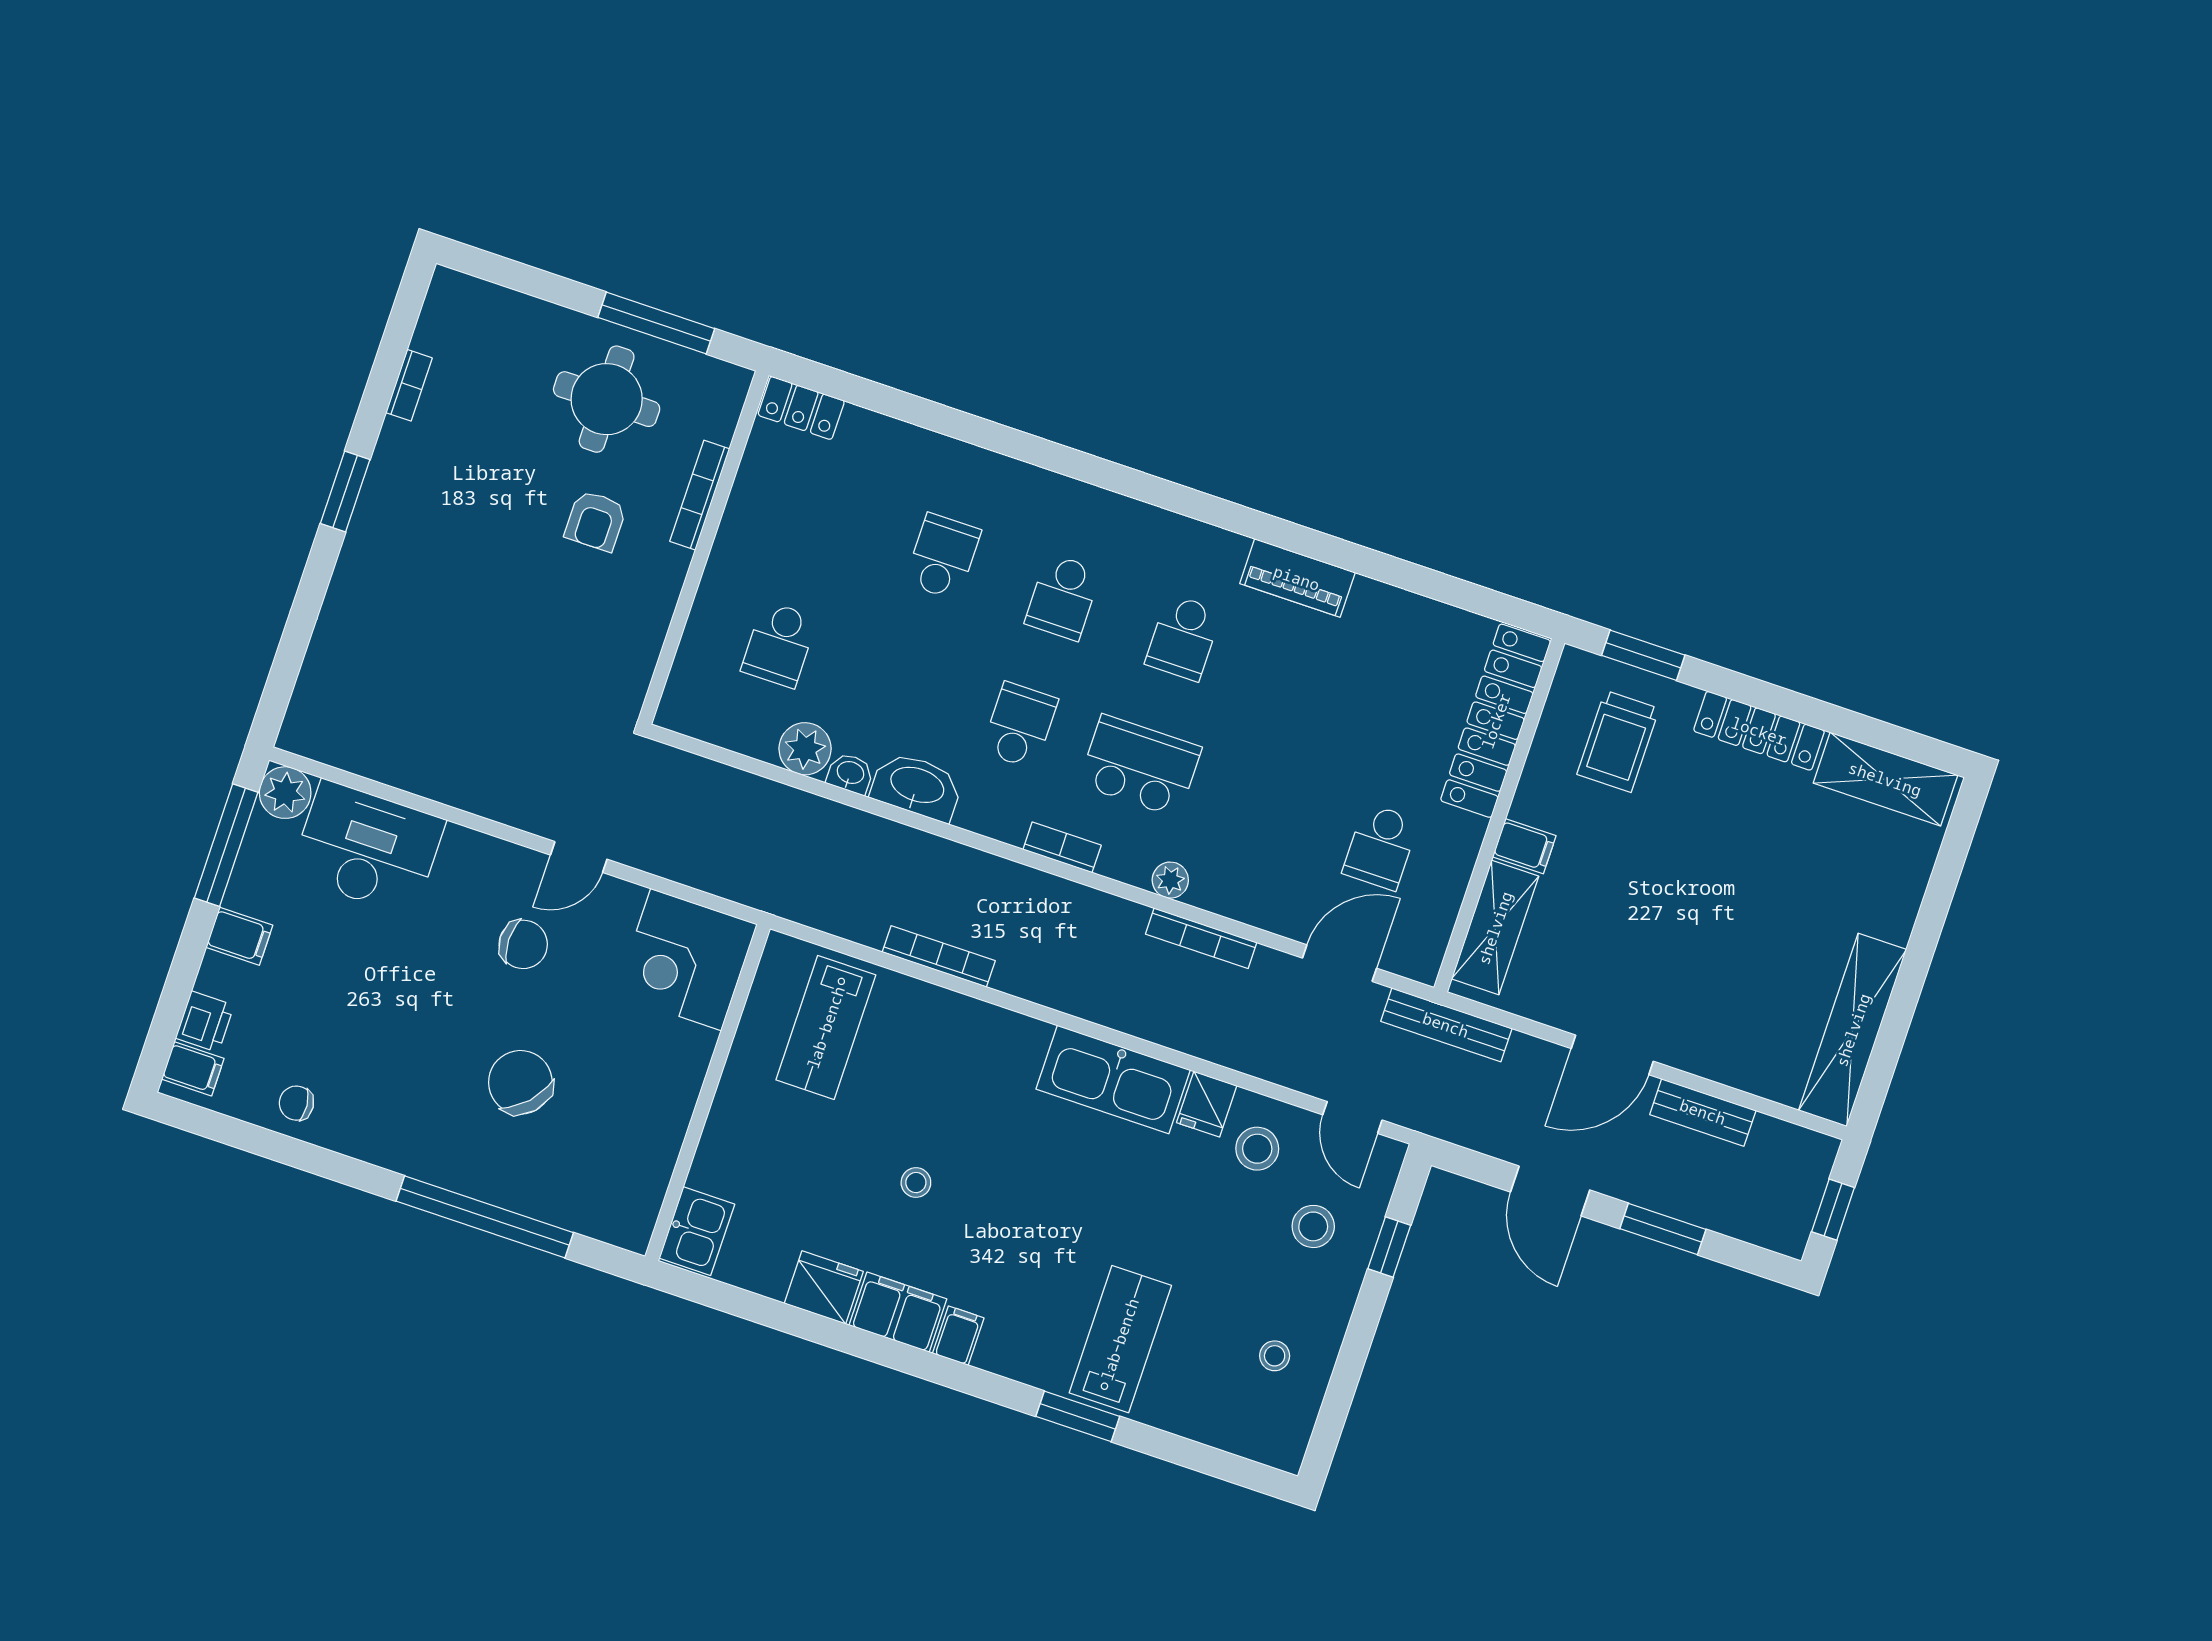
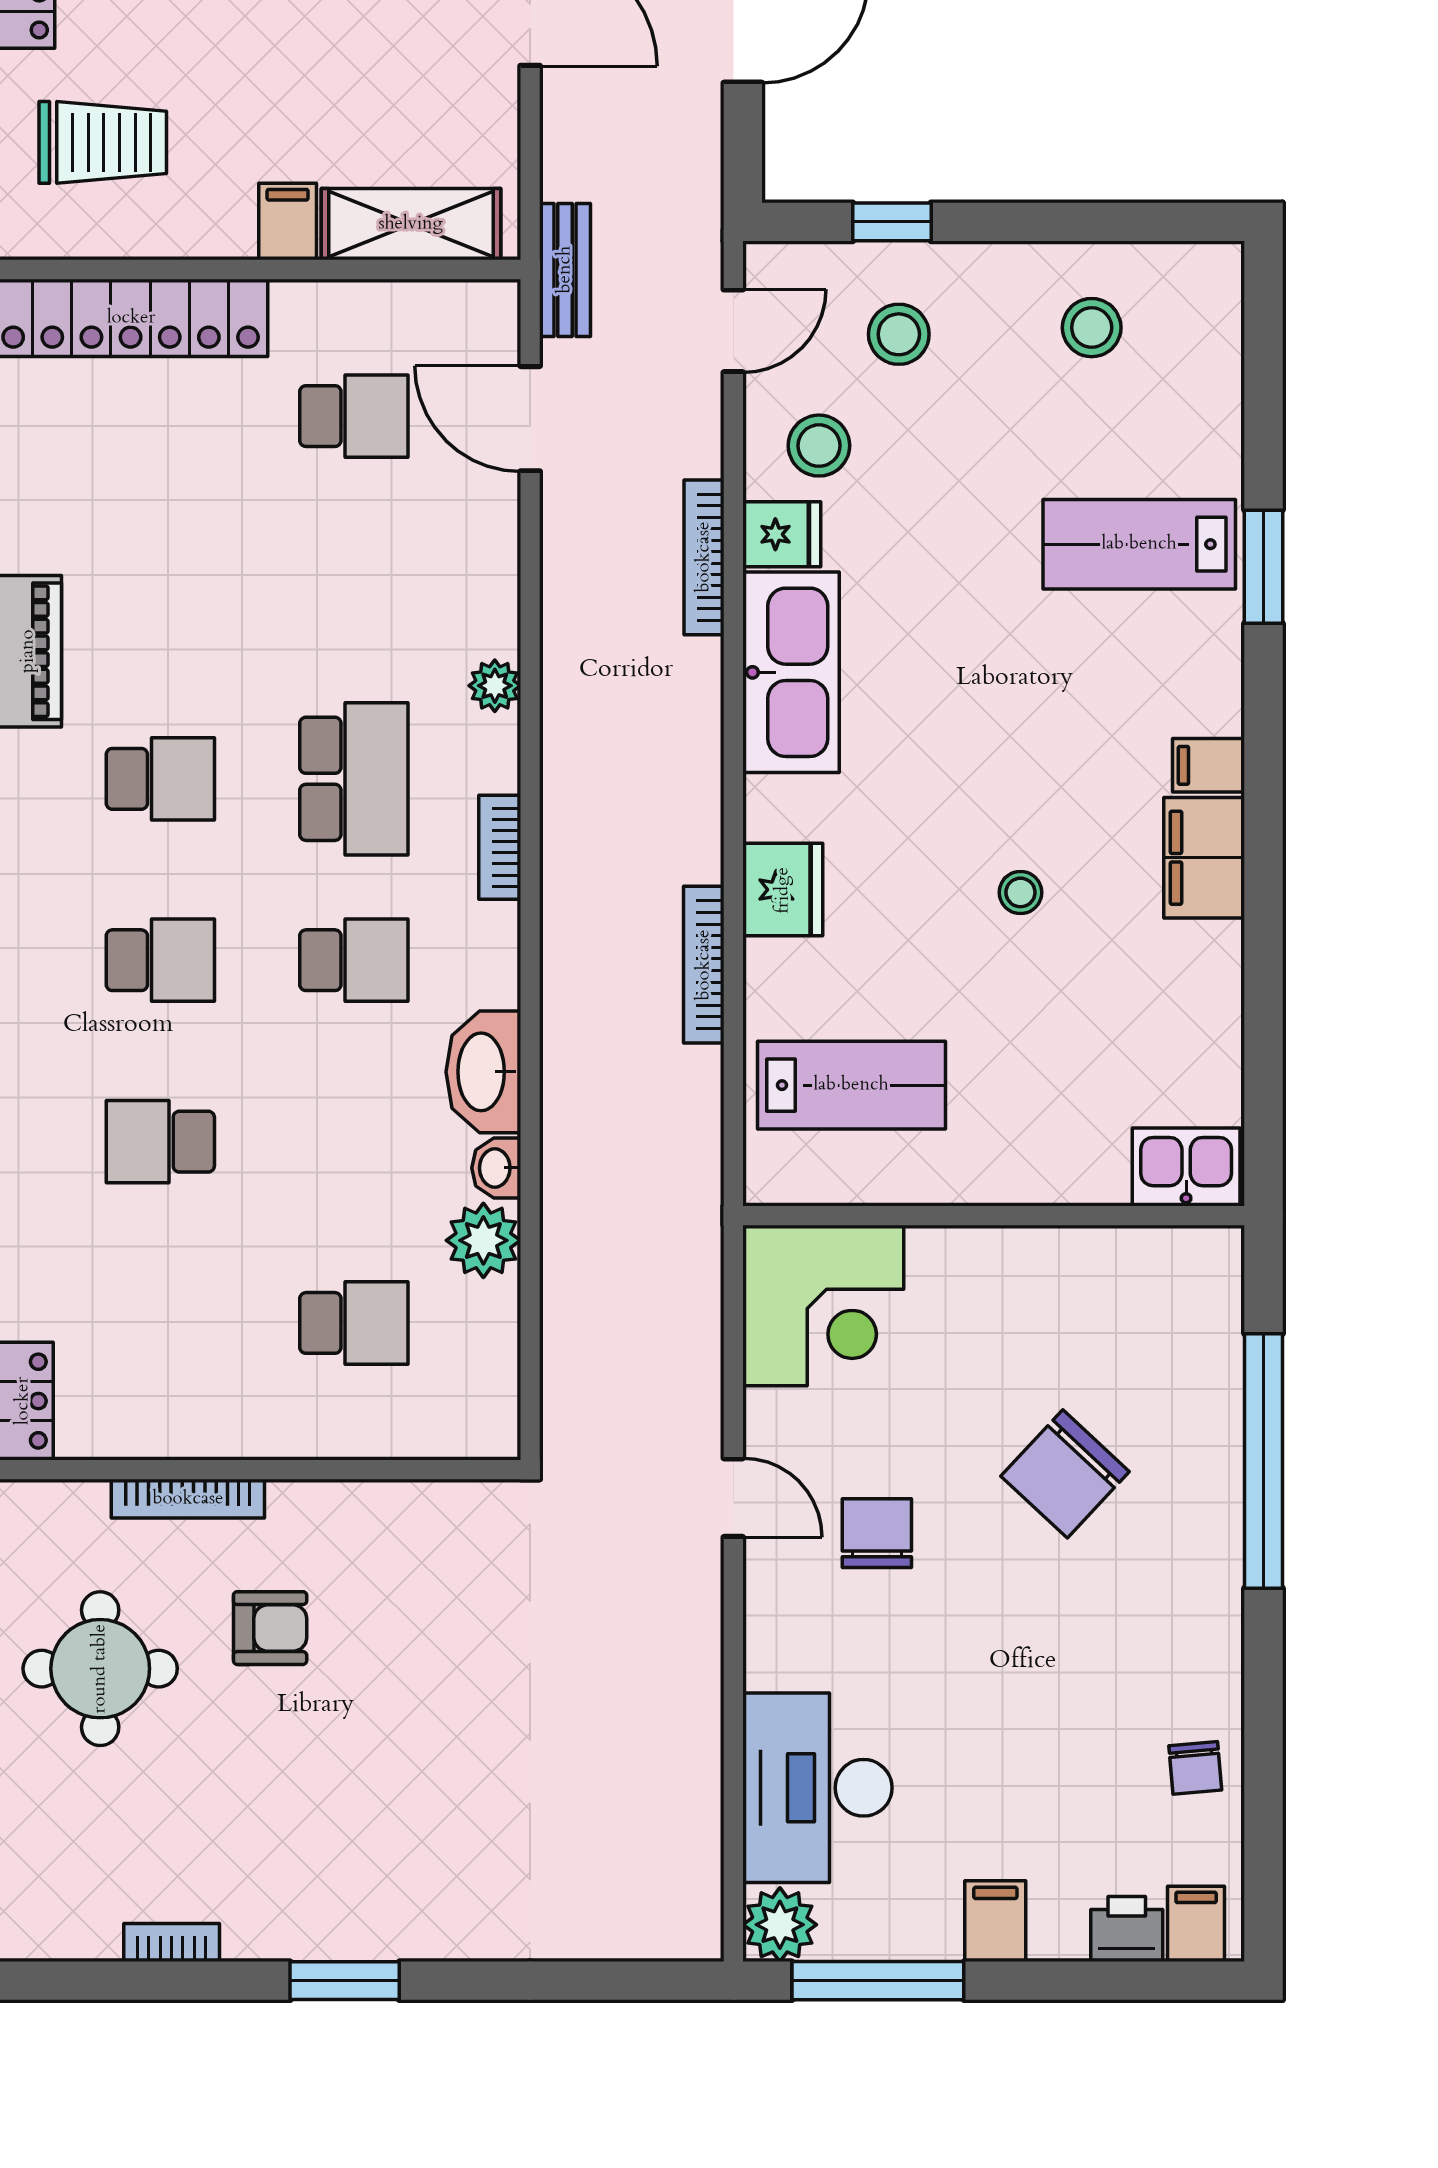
school desk: (1020, 725) -> (354, 960), turned 180
school desk: (1140, 766) -> (354, 779), turned 180
bookcase: (1201, 938) -> (704, 557), moved, turned 180
bench: (1446, 1025) -> (565, 270), width x0.73
fridge: (824, 1287) -> (783, 890), moved, turned 180
stool: (1275, 1356) -> (1092, 328), width x1.37, depth x1.37

